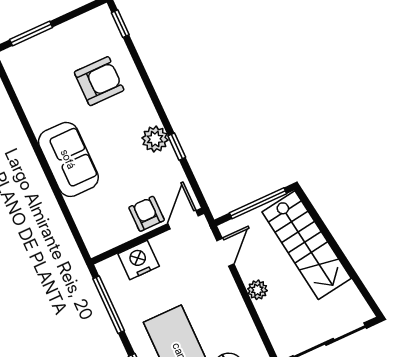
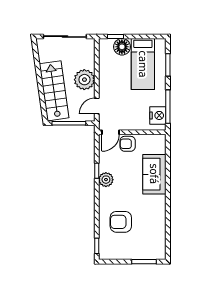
sofa: (68, 159) -> (154, 174), moved
armchair: (147, 214) -> (128, 144), turned 90
nightstand: (139, 260) -> (158, 115), moved, turned -90
plant: (257, 290) -> (84, 80), width x1.87, depth x1.87

